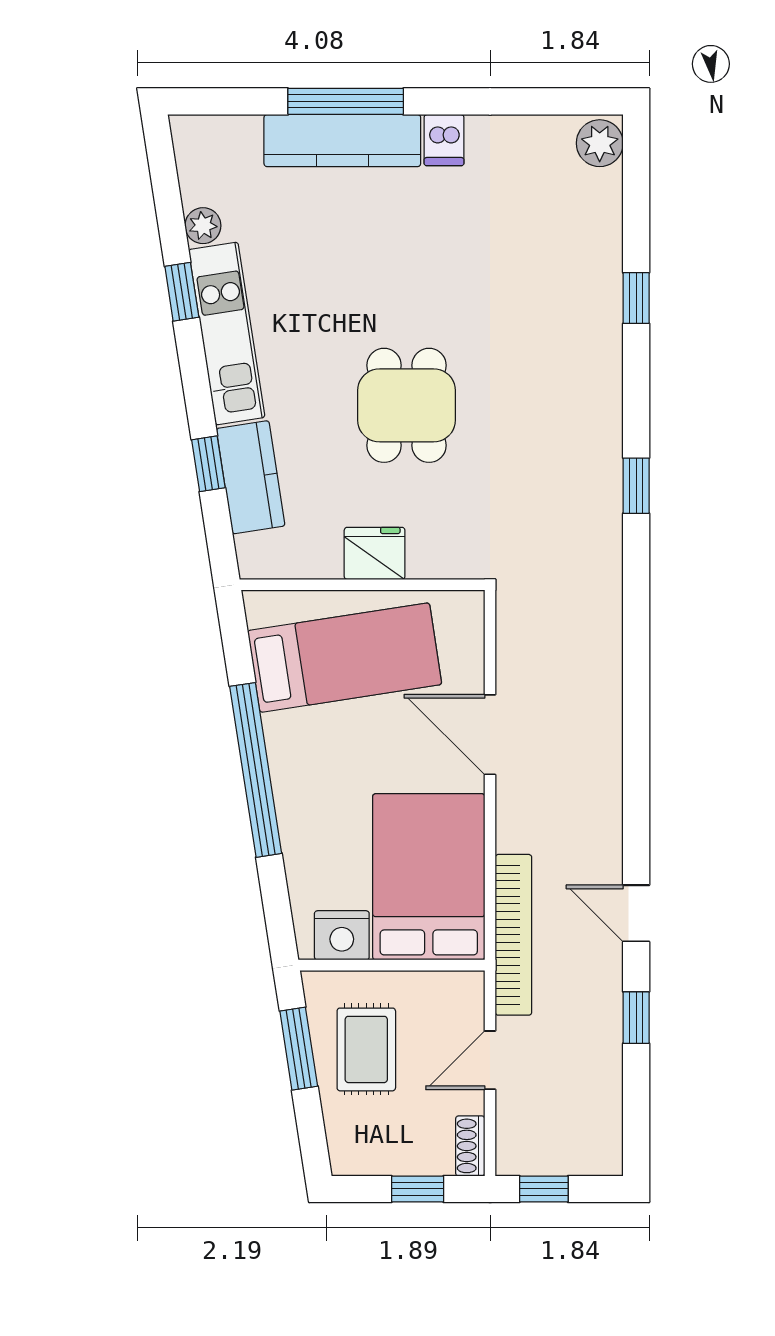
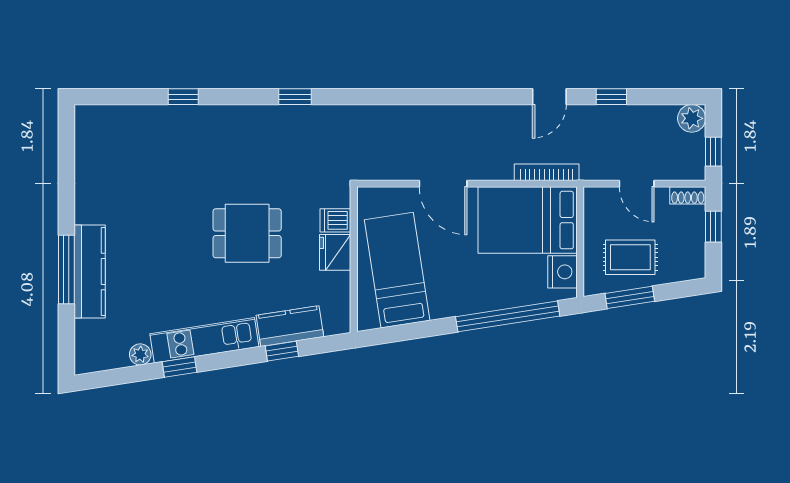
dishwasher: (444, 140) -> (335, 220), moved, turned 180
plant: (600, 143) -> (692, 118), moved
door: (490, 735) -> (443, 184), hinge flipped
window: (256, 770) -> (508, 316), moved
bookcase: (513, 935) -> (547, 172), width x0.68, depth x0.76

